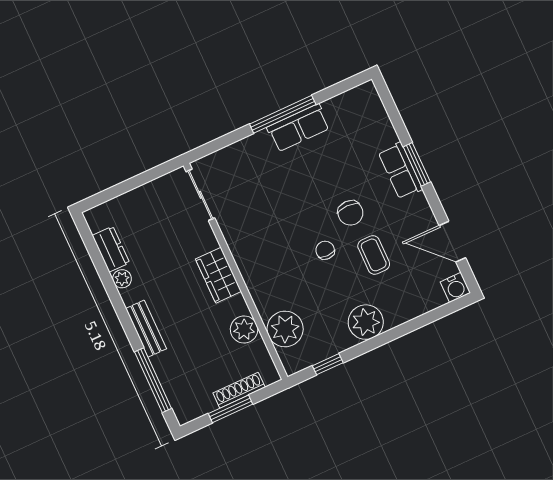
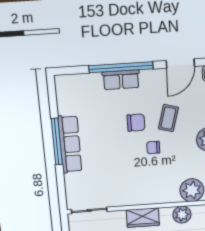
row of seats: (298, 128) -> (70, 144), width x1.48
window: (417, 164) -> (121, 67), width x2.11
coffee table: (374, 255) -> (168, 118), turned -75

